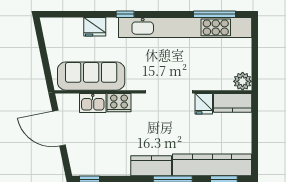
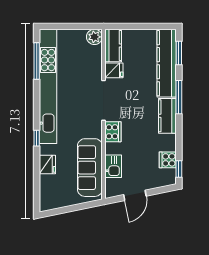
cooker: (119, 103) -> (113, 132), moved
door: (59, 128) -> (135, 195), width x0.73
cooker: (100, 166) -> (168, 160), added

